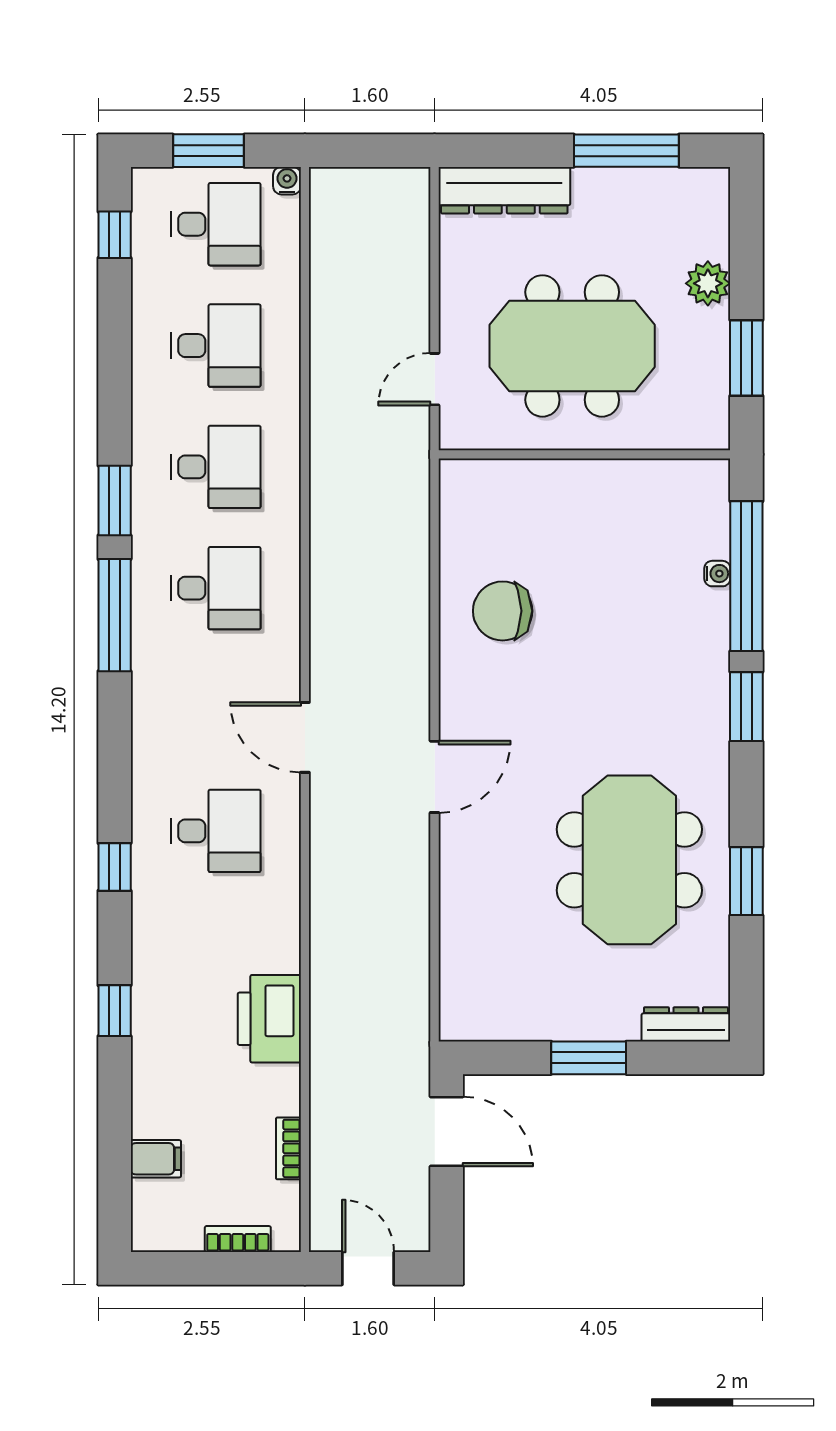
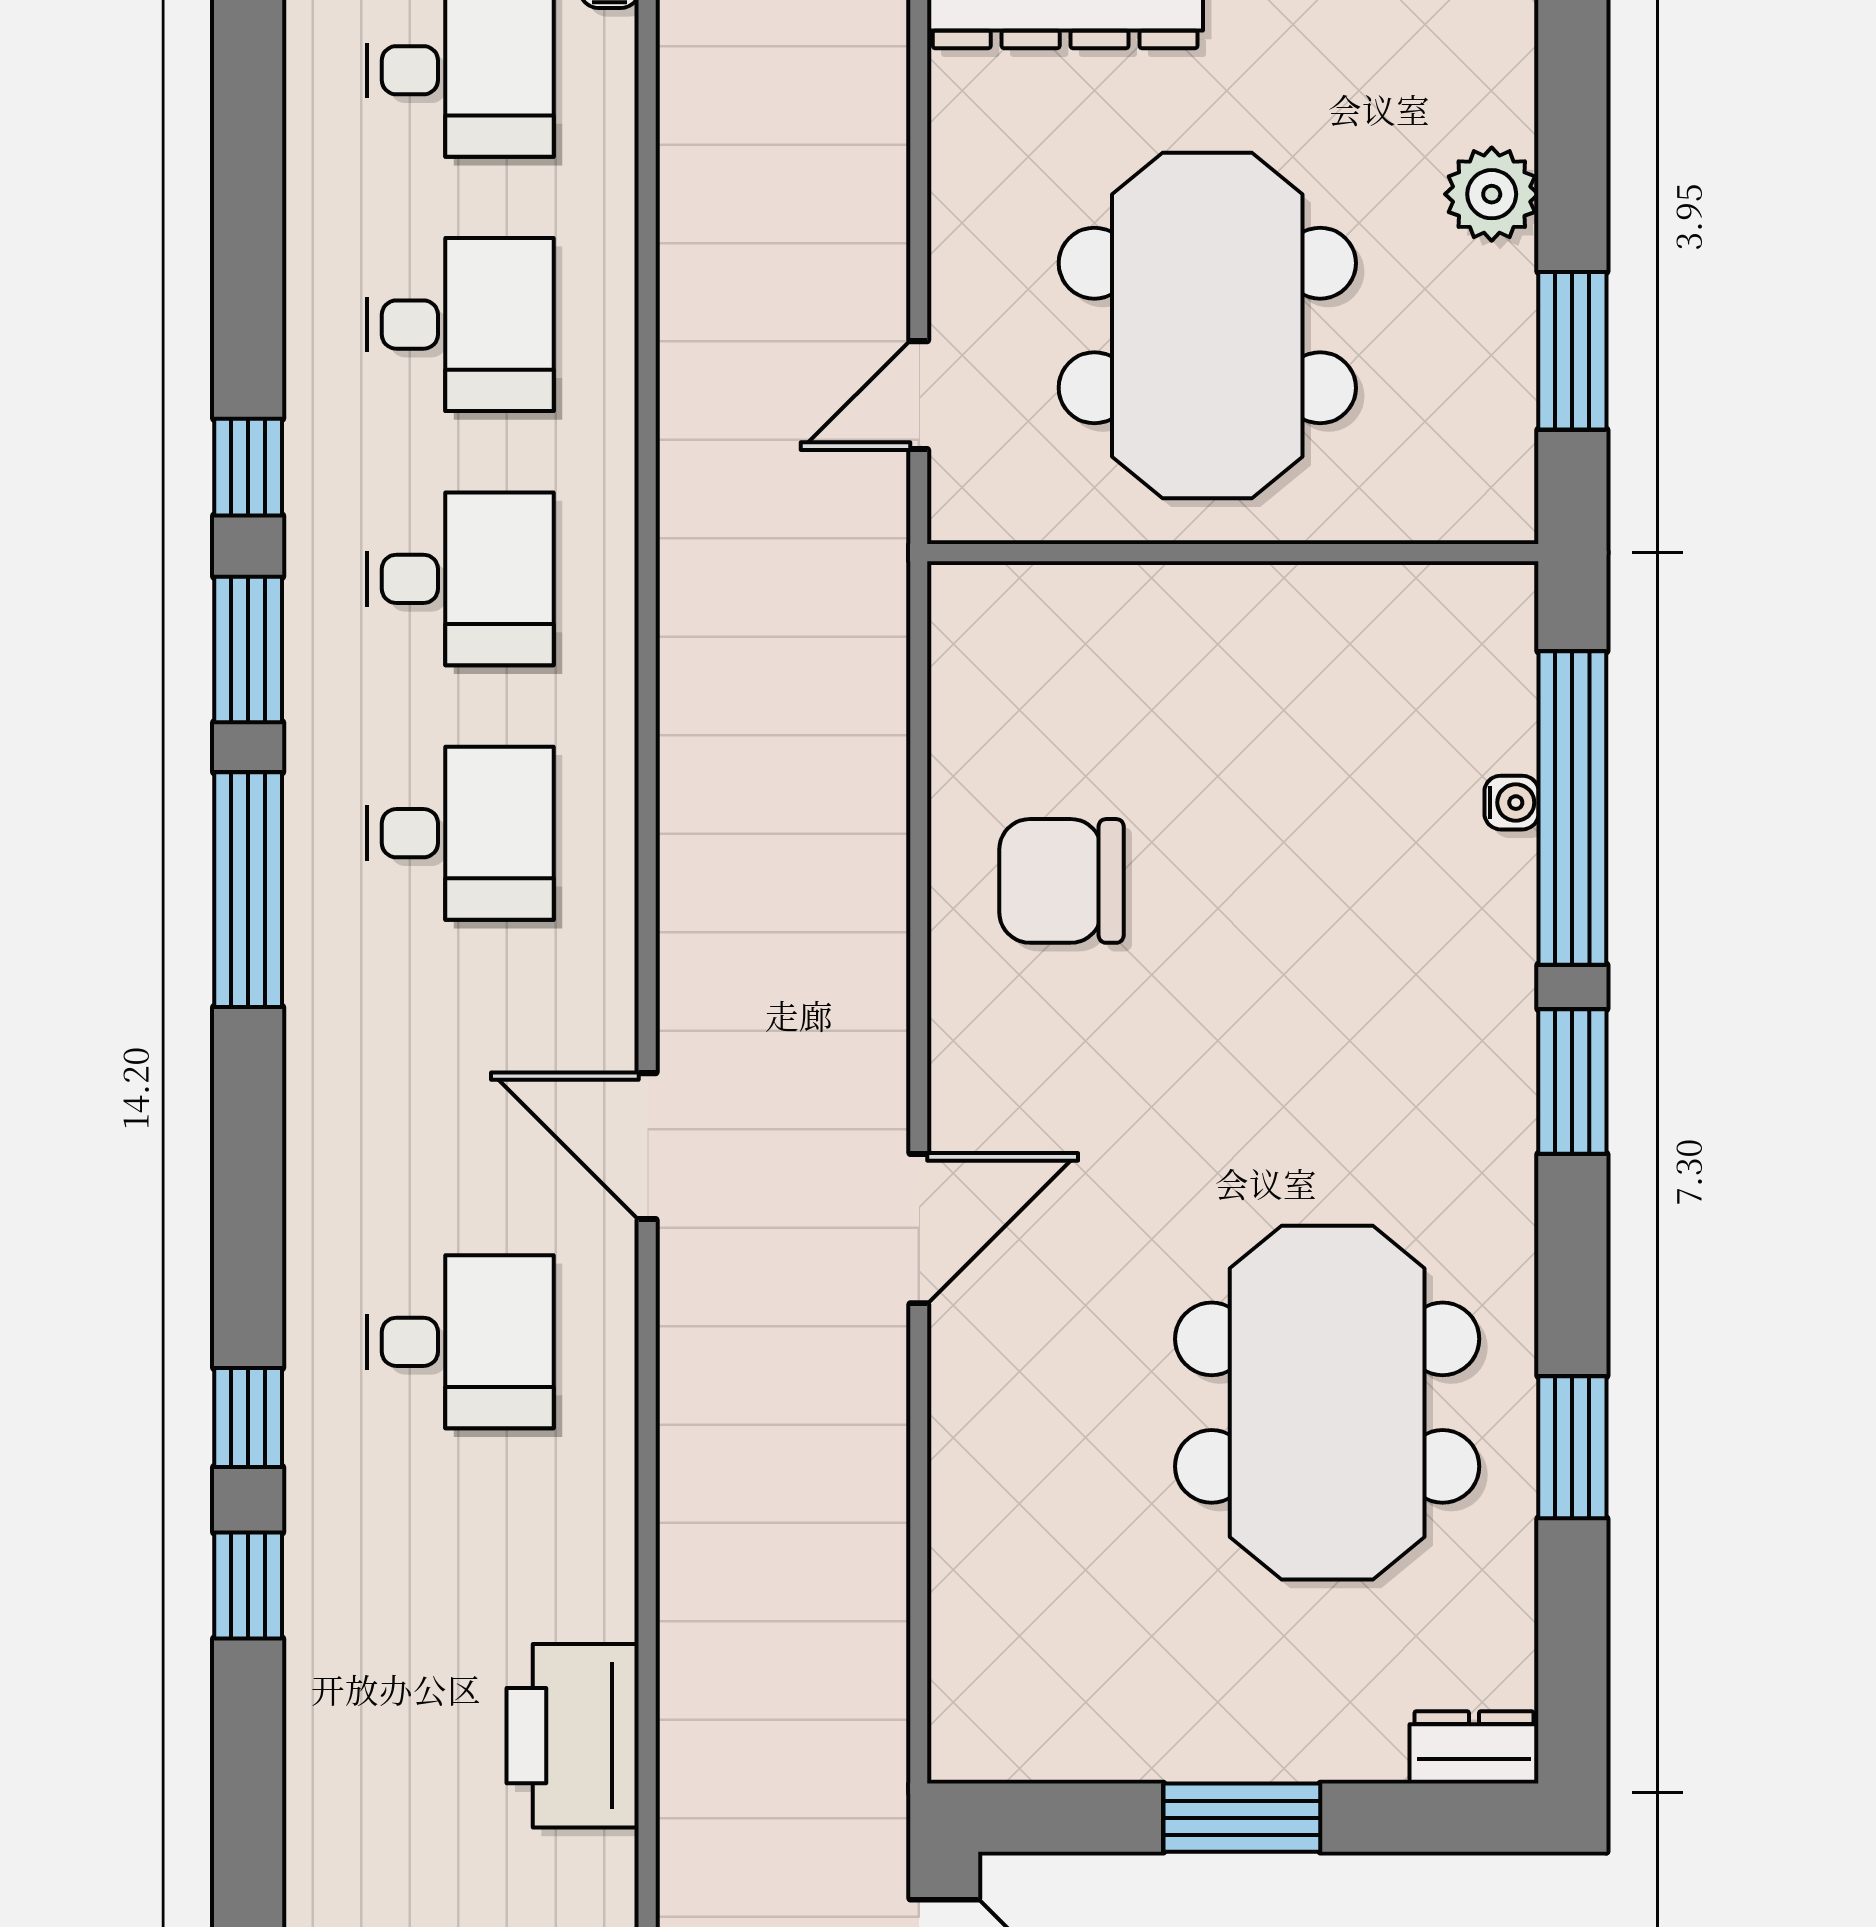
window: (115, 235) -> (248, 467), moved
meeting table: (572, 346) -> (1207, 325), turned 90
window: (115, 1011) -> (248, 1585), moved
dresser: (686, 1024) -> (1474, 1747), width x0.70

